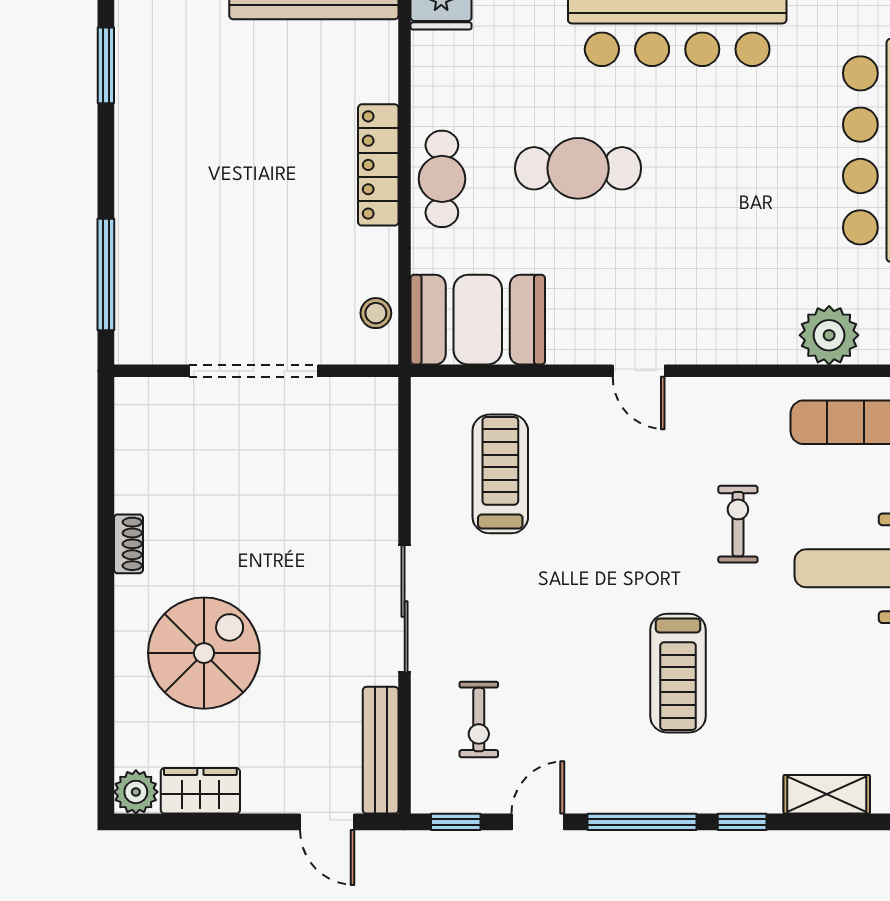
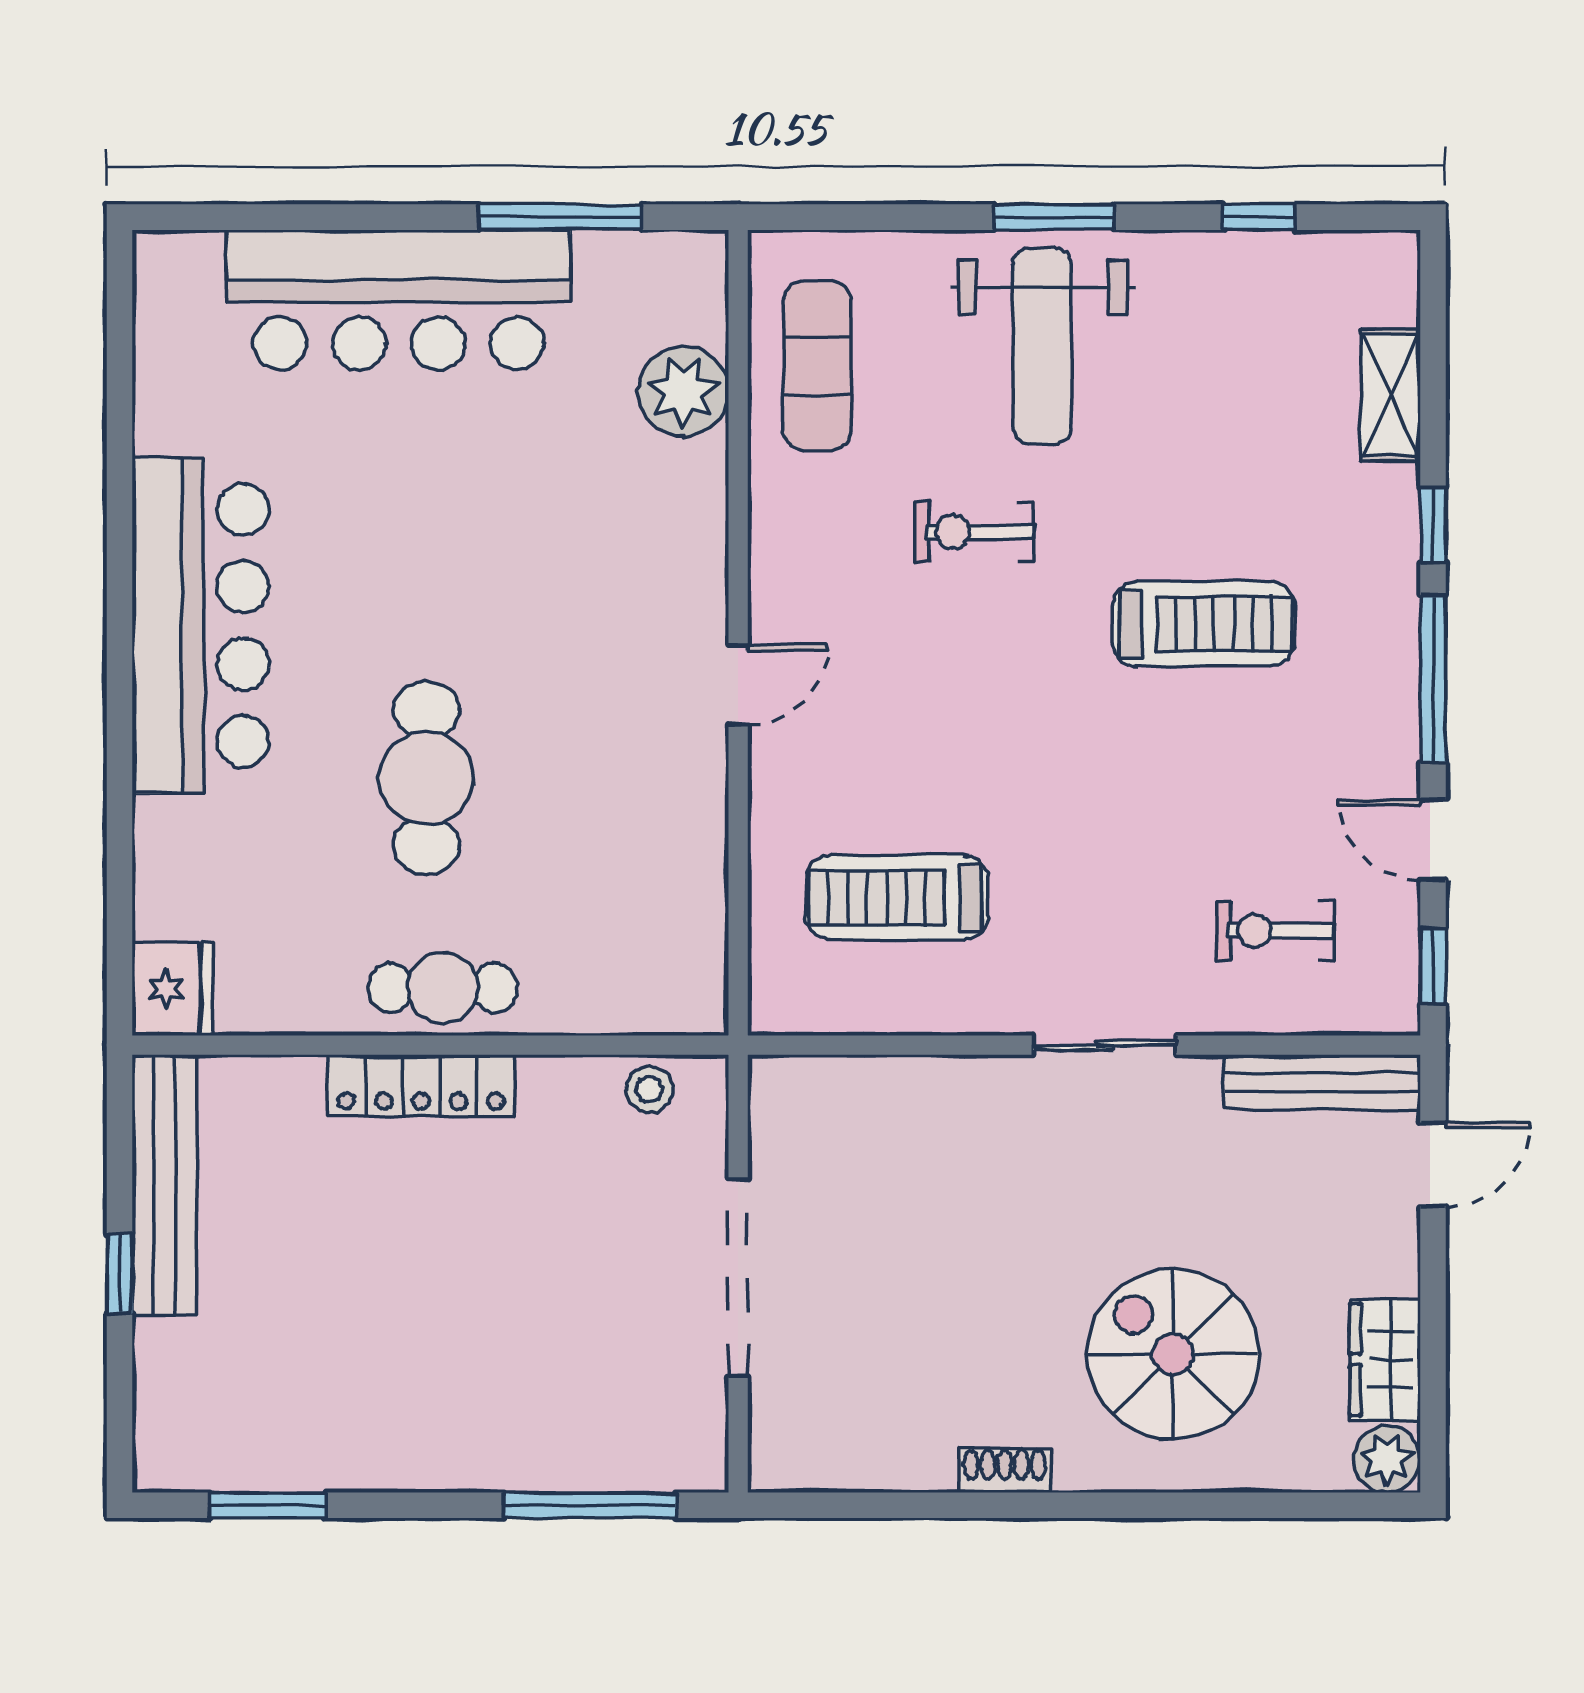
booth: (478, 320) -> (659, 932), removed
sliding door: (405, 609) -> (1105, 1045), width x0.73
exercise bike: (479, 720) -> (1275, 931), turned 180

